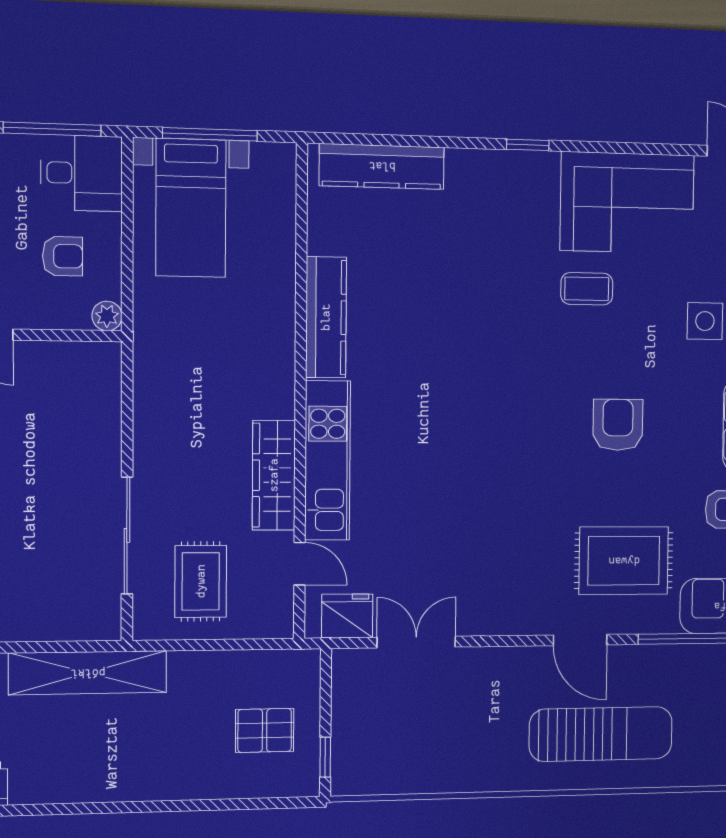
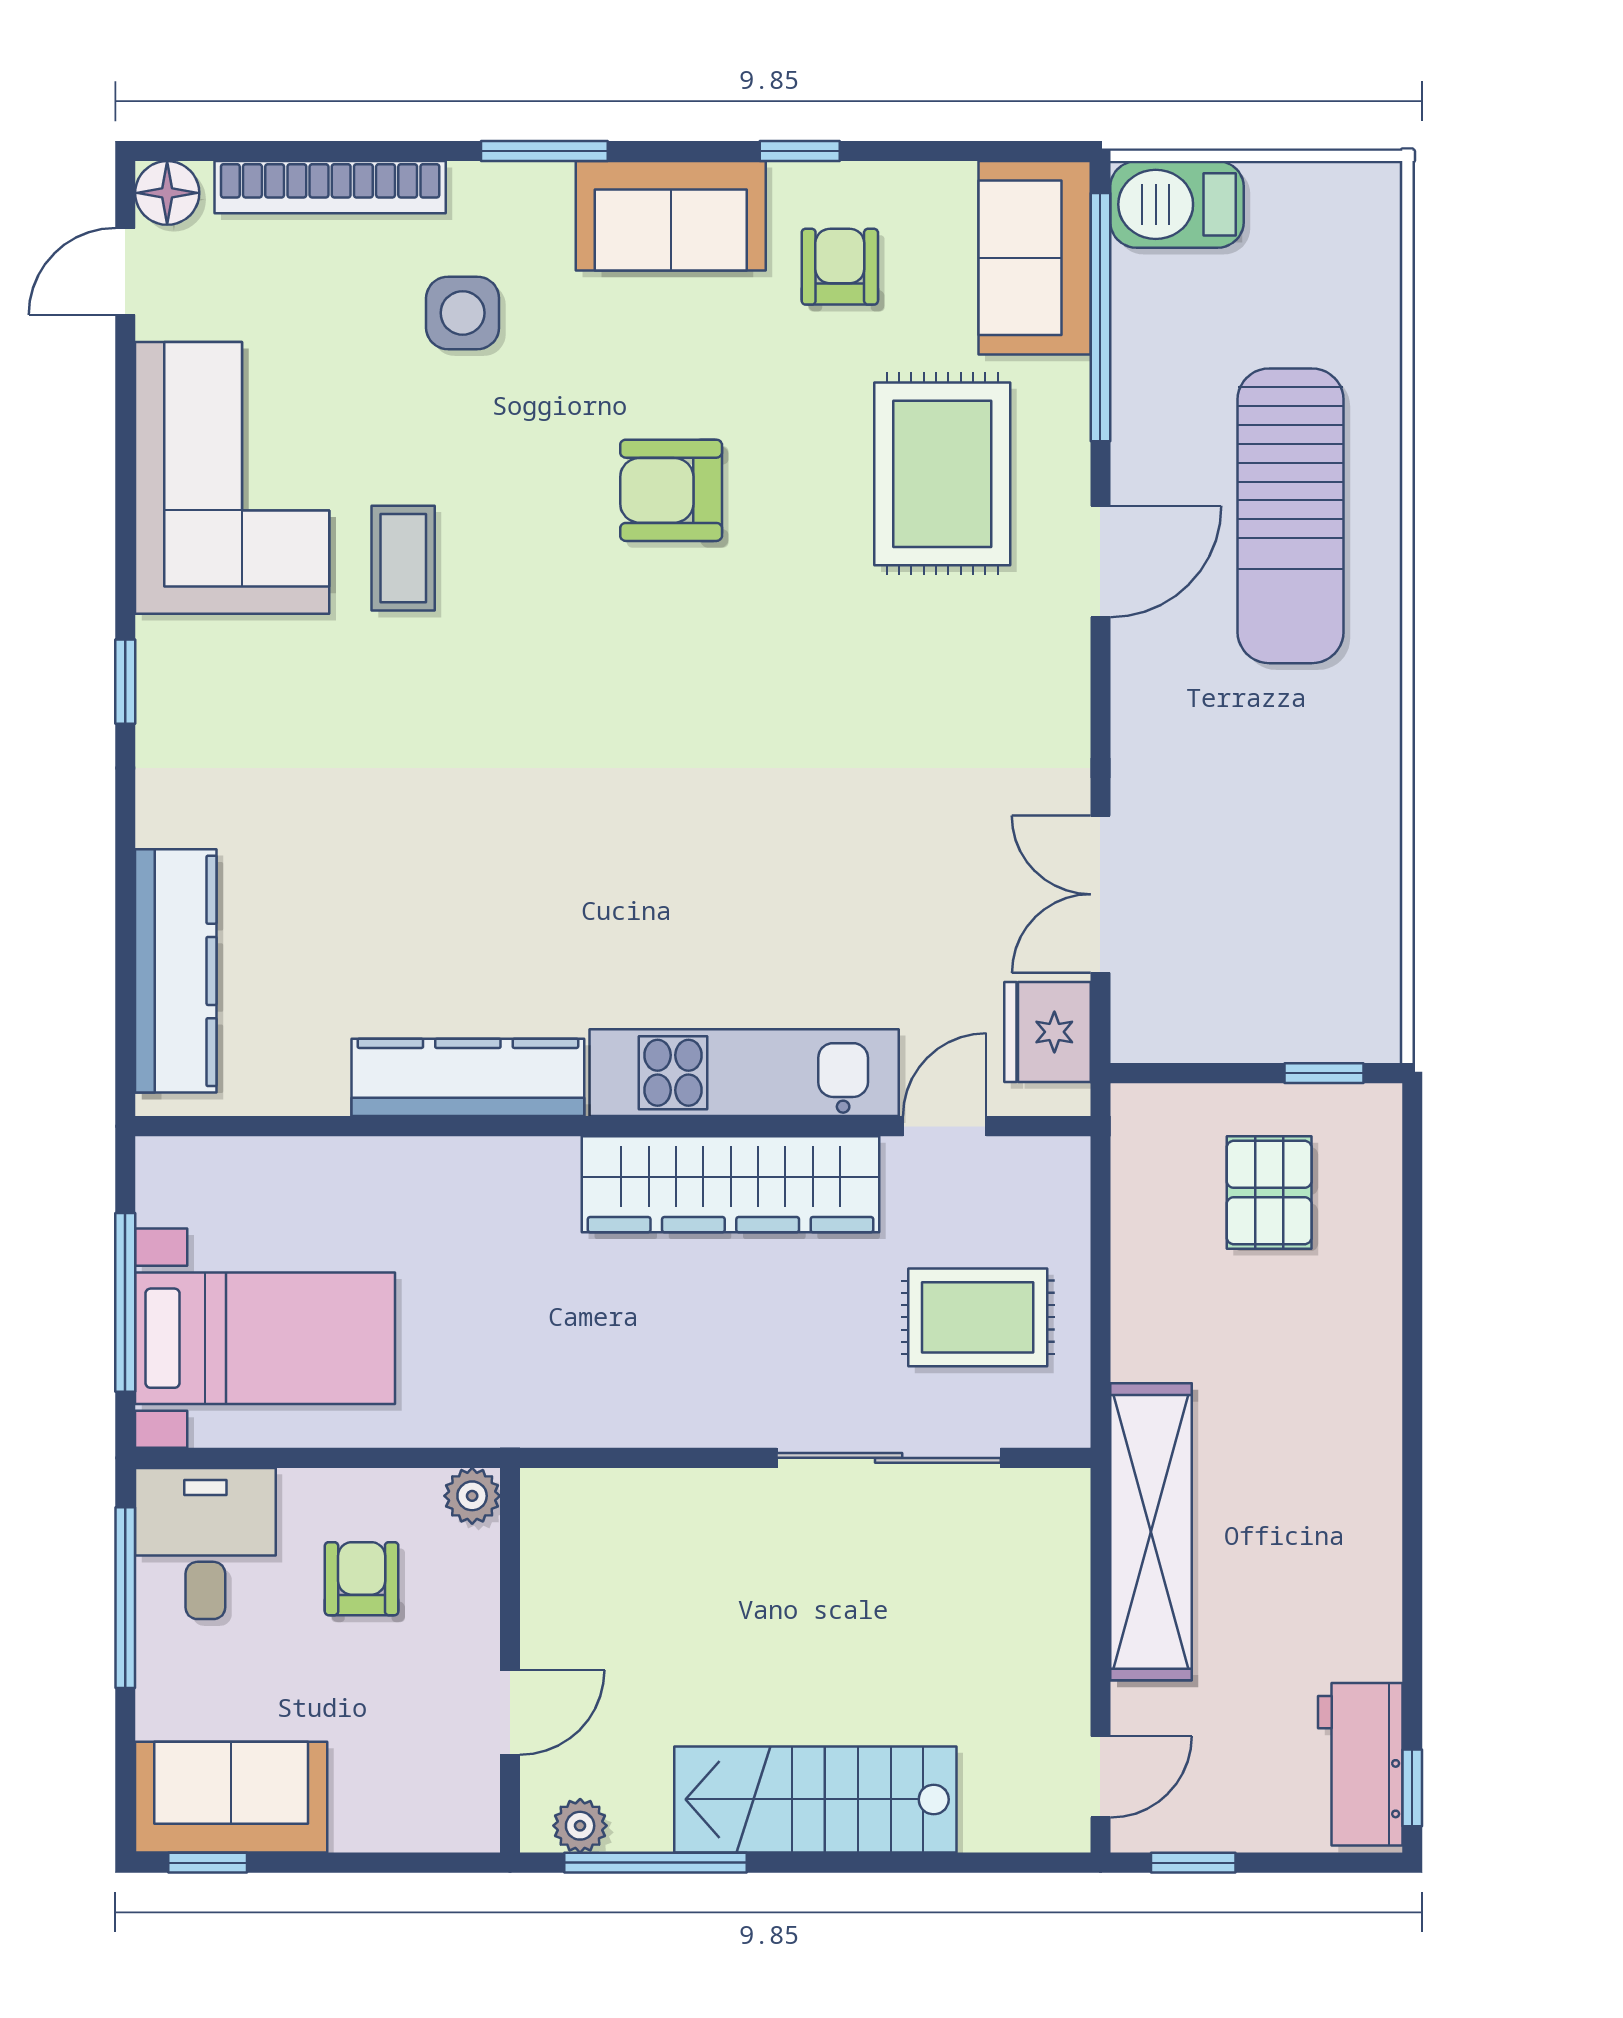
wardrobe: (274, 475) -> (731, 1184), width x1.40, depth x1.17
sun lounger: (601, 734) -> (1291, 516), turned 180

